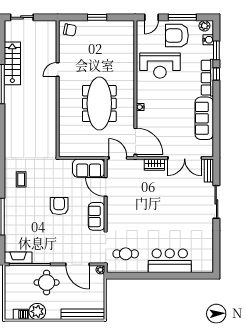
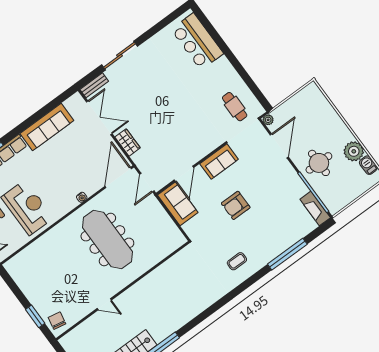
window: (97, 17) -> (35, 316), moved
meeting table: (99, 103) -> (107, 240), turned 90
bar counter: (170, 261) -> (197, 41), moved
bench: (83, 314) -> (324, 105), removed

